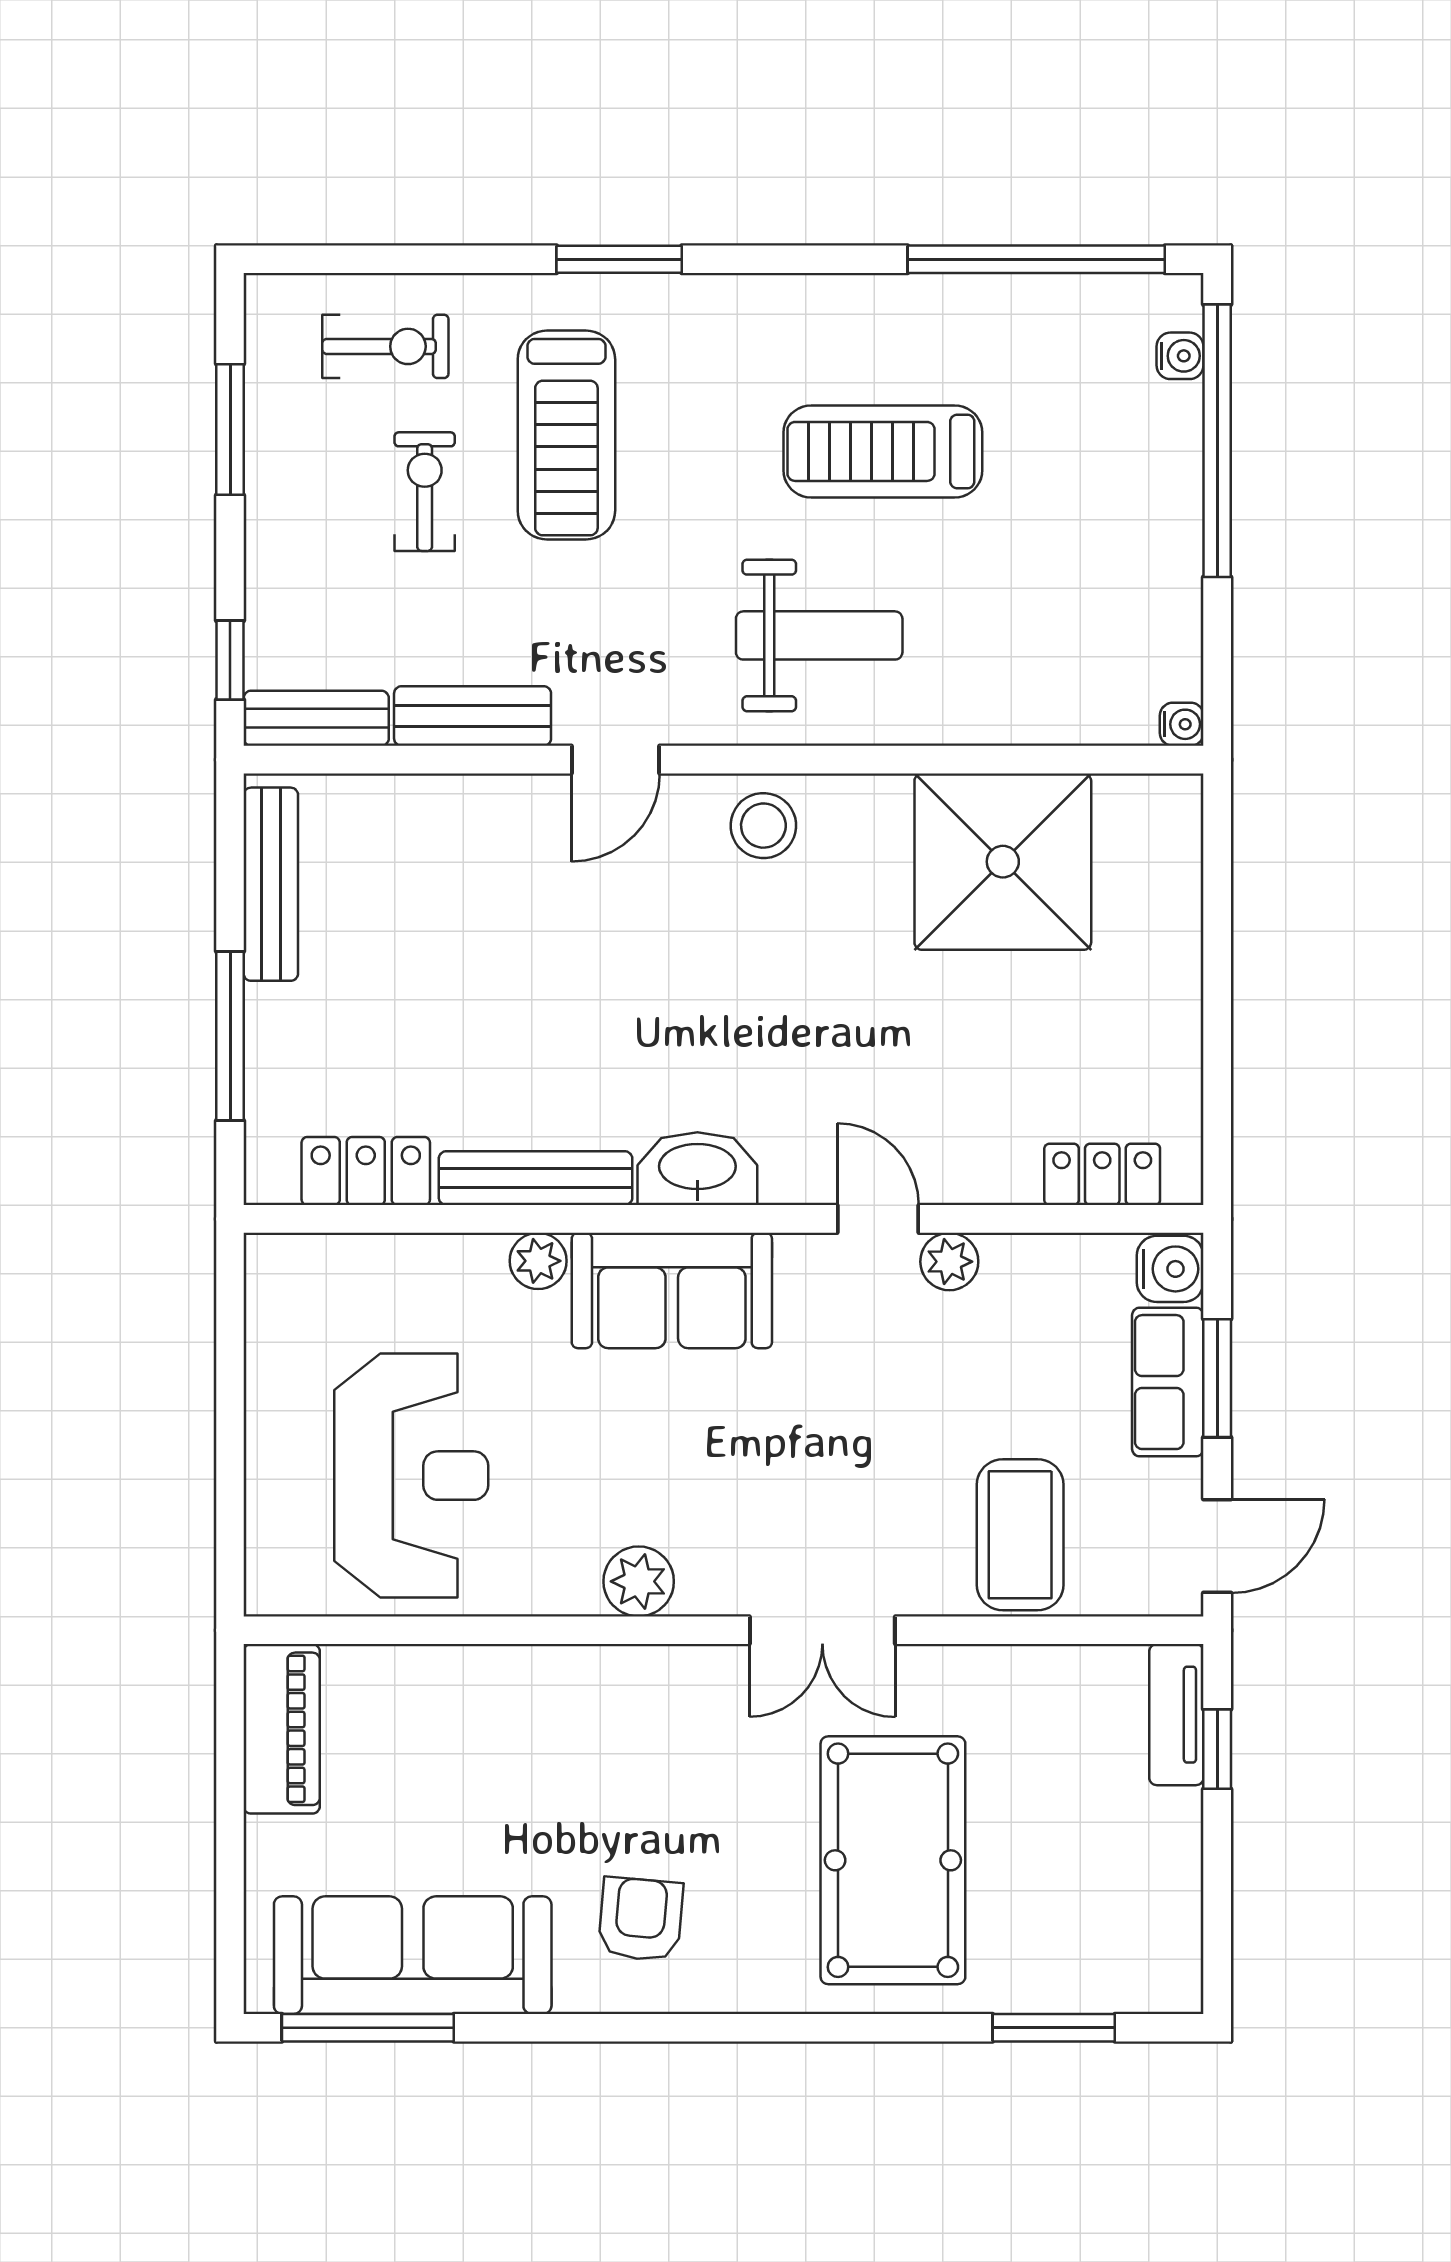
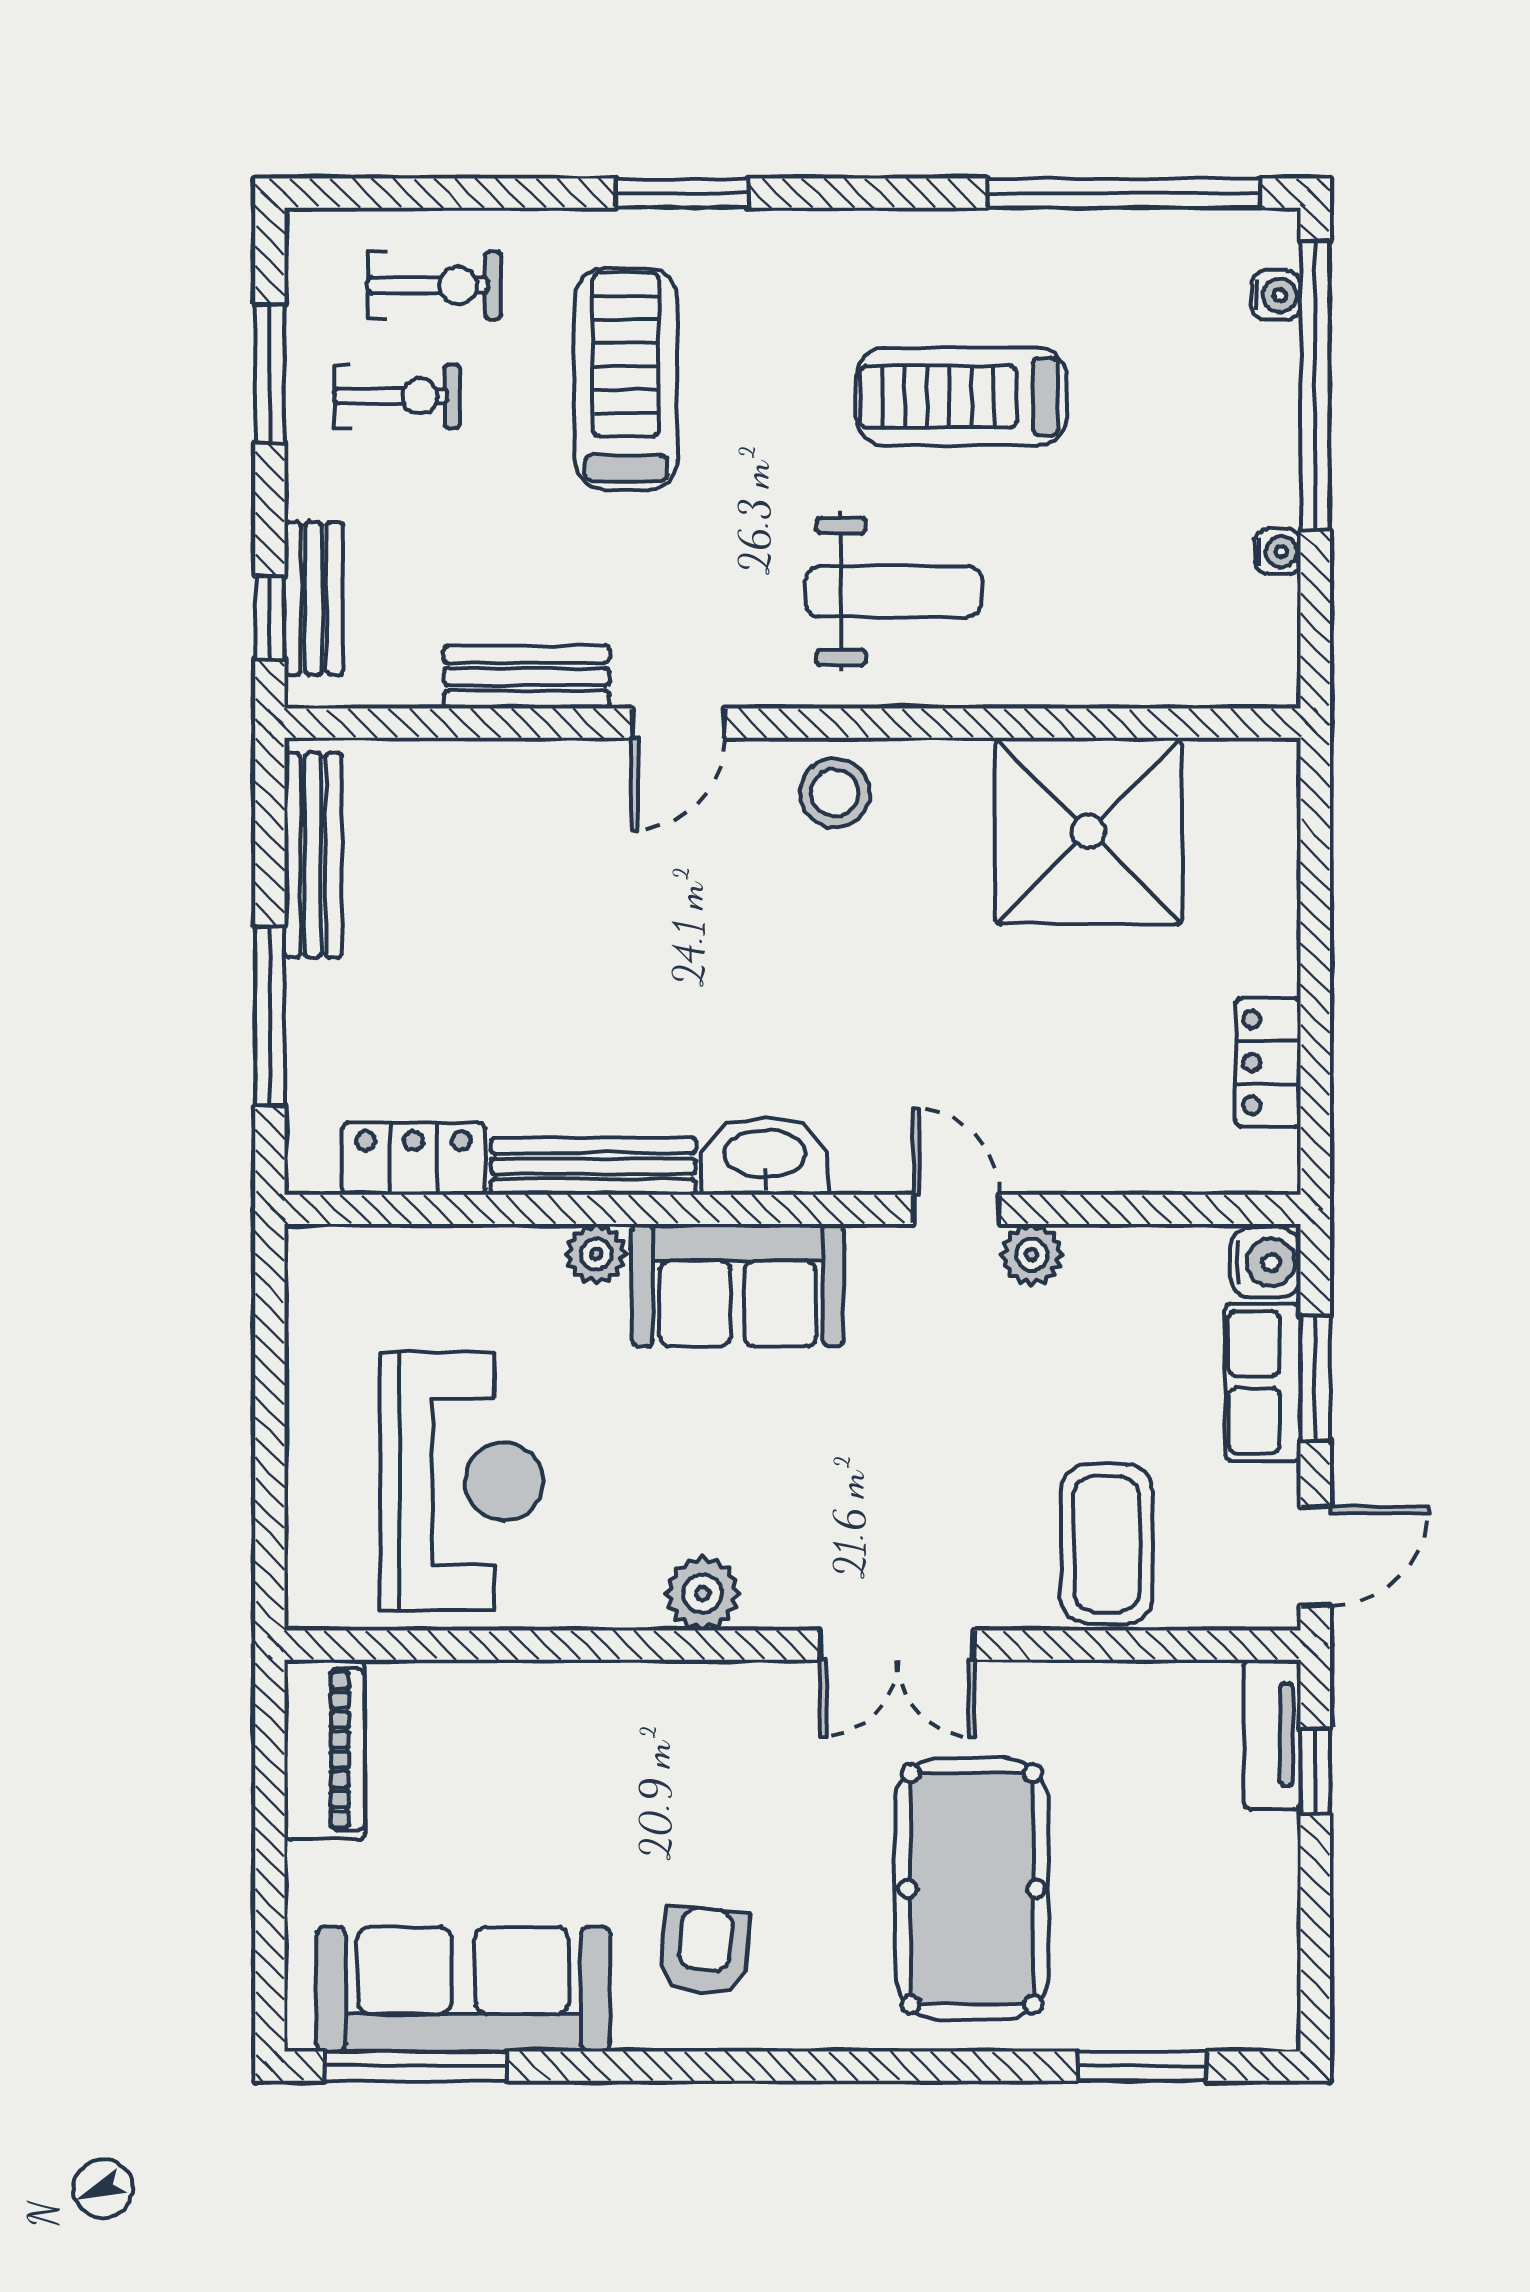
treadmill: (566, 435) -> (626, 379), turned 180
exercise bike: (425, 492) -> (397, 396), moved, turned 90
bench: (316, 718) -> (314, 598), moved, turned 90
water cooler: (1182, 724) -> (1278, 552), moved
locker: (1102, 1174) -> (1268, 1062), moved, turned -90

